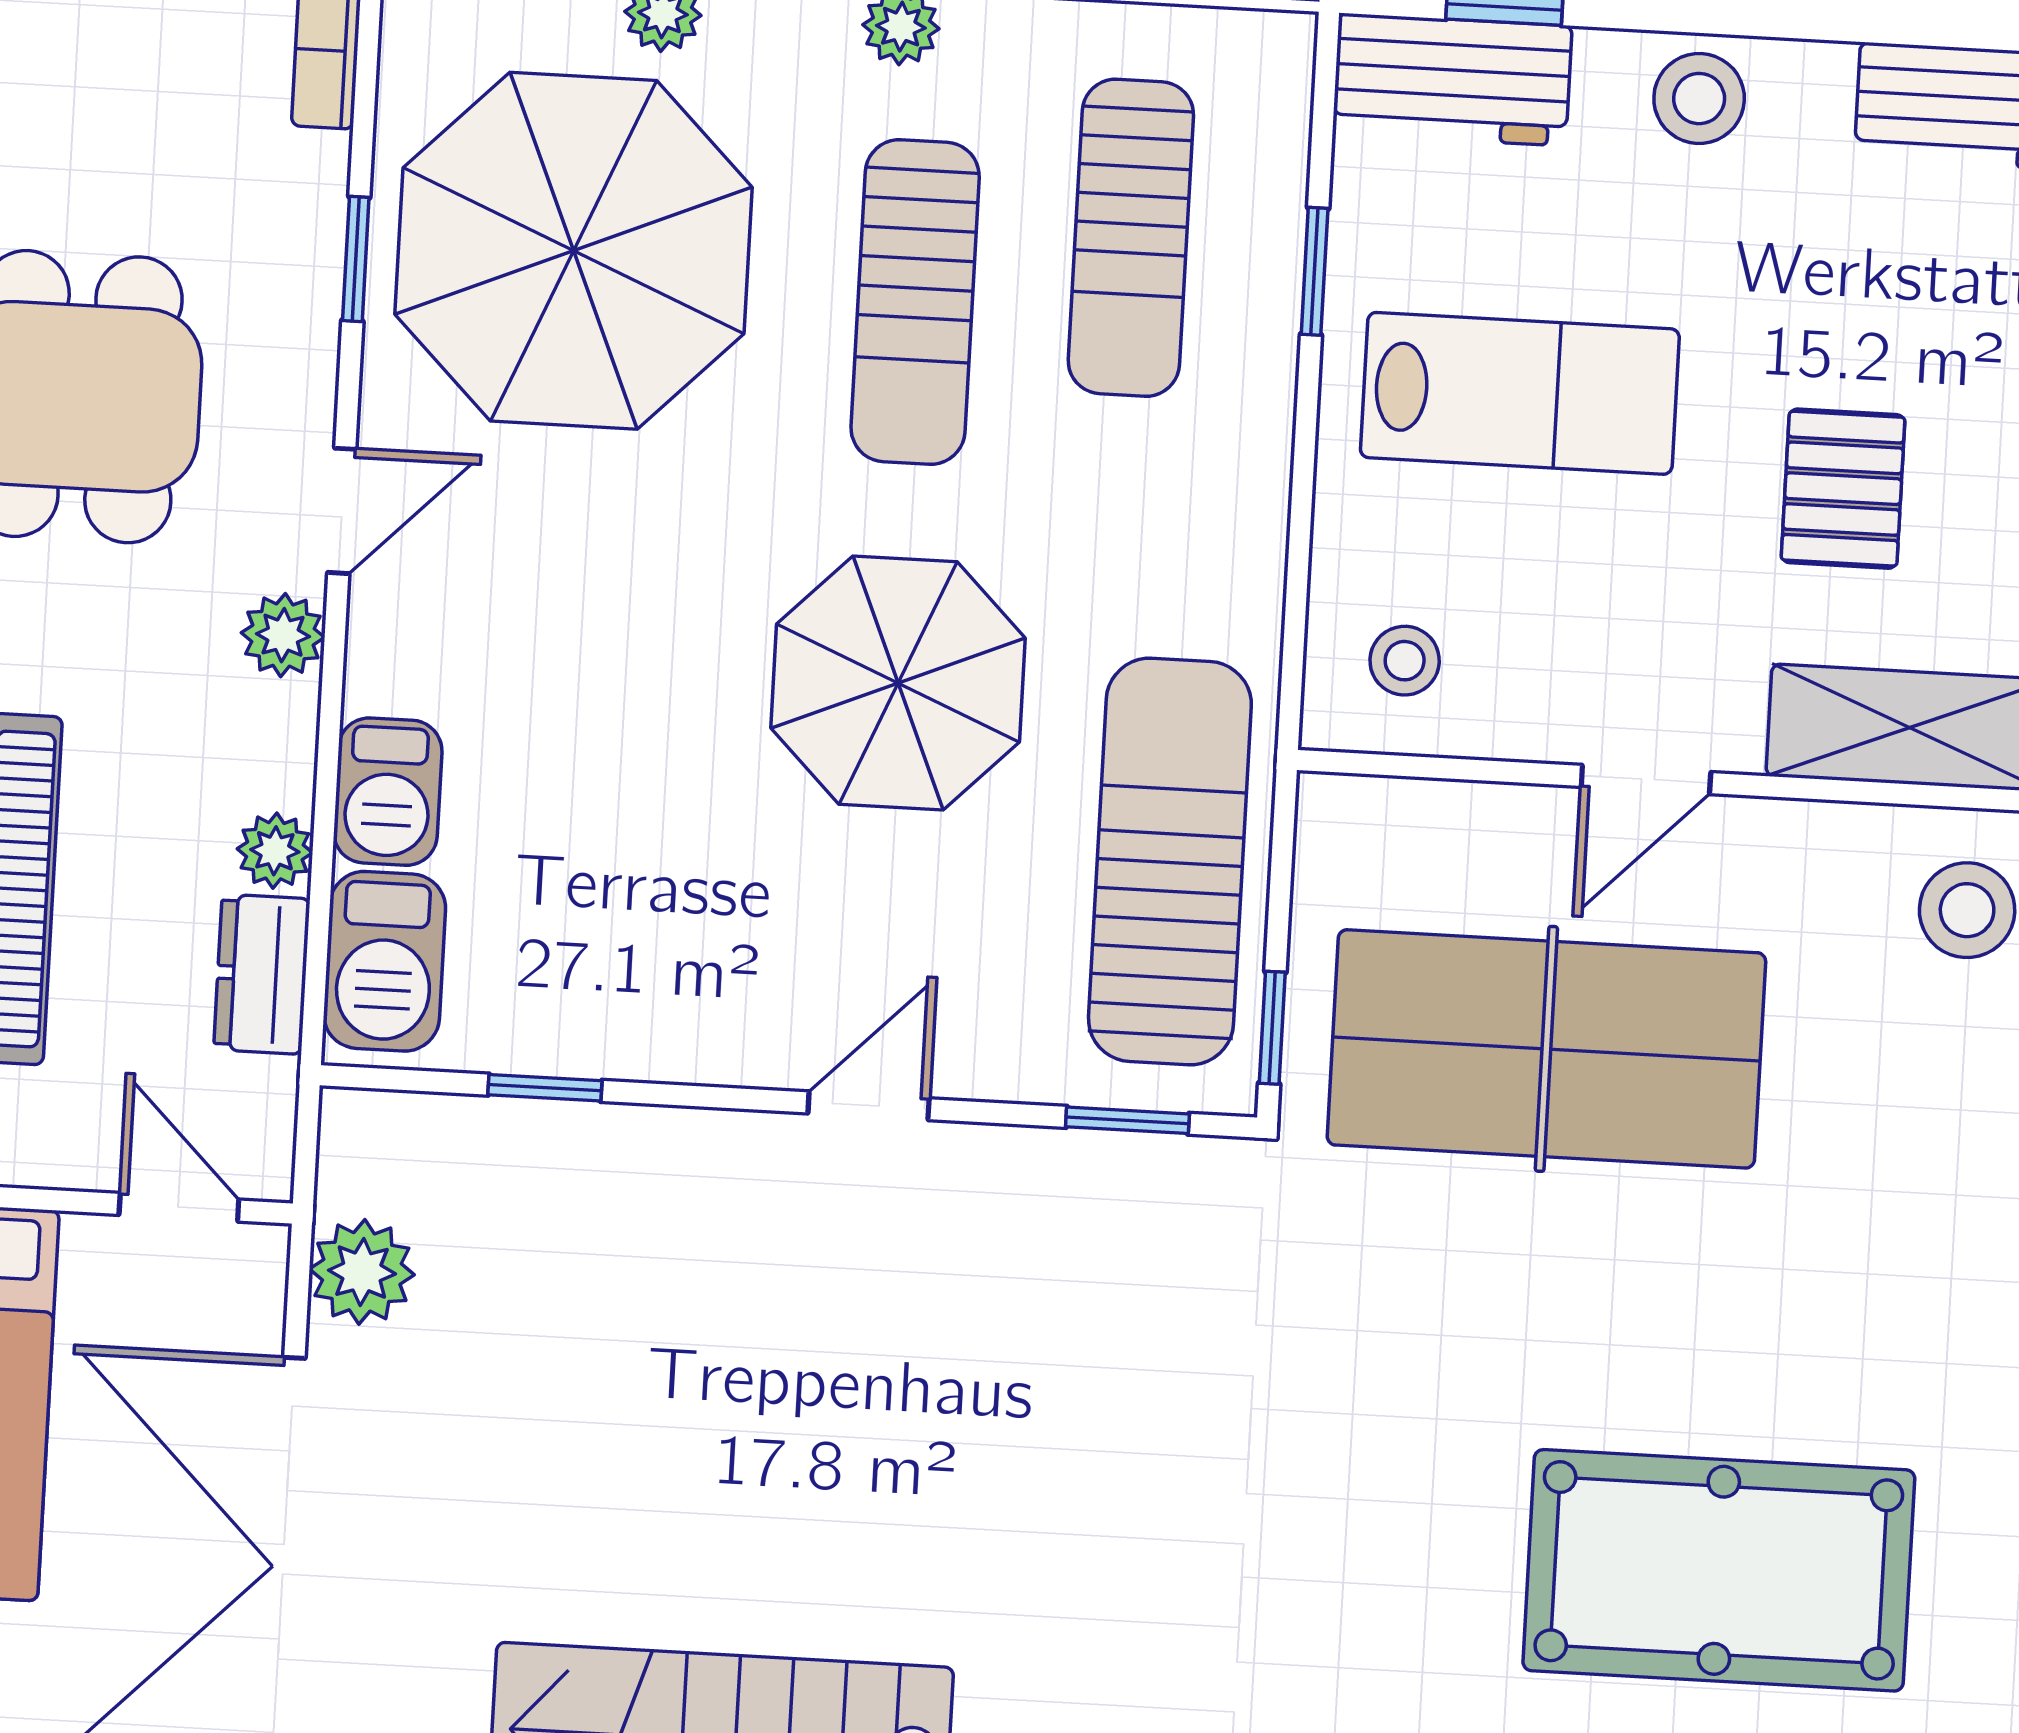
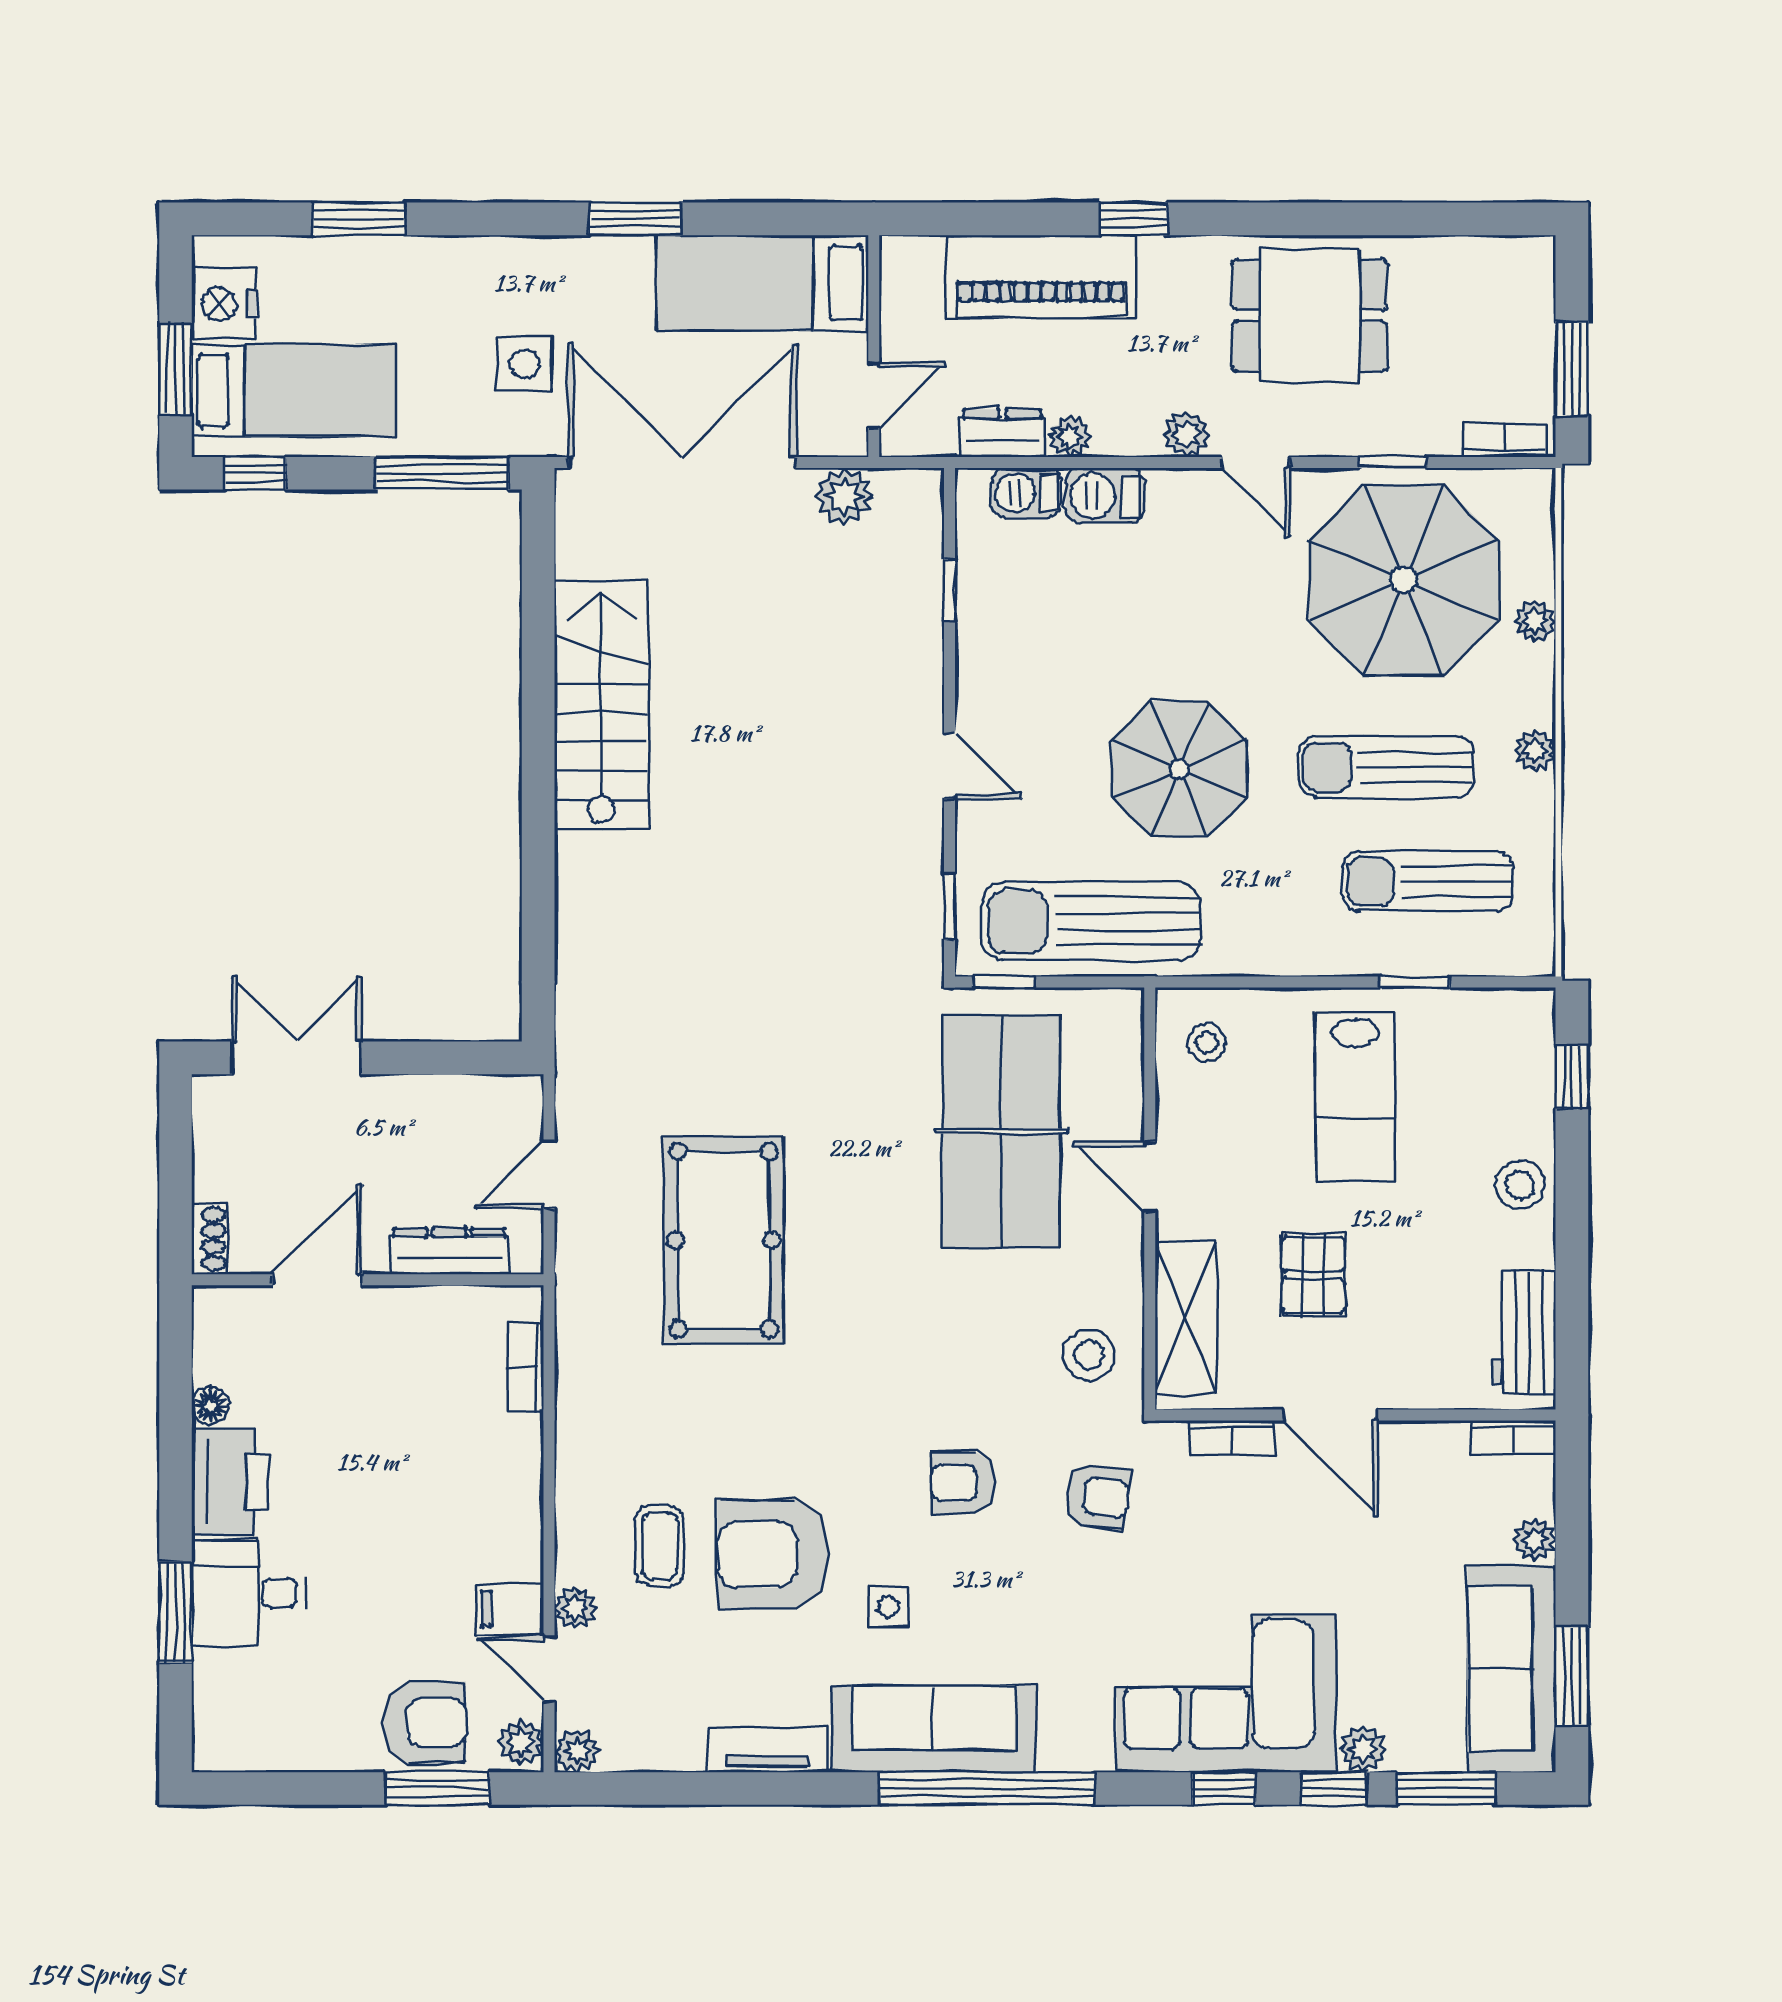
workbench: (1452, 80) -> (1523, 1051), removed
pallet: (1843, 489) -> (1313, 1275), turned 90
sun lounger: (1170, 862) -> (1091, 922), turned 180
barbecue: (385, 961) -> (1026, 493), width x0.73, depth x0.79

